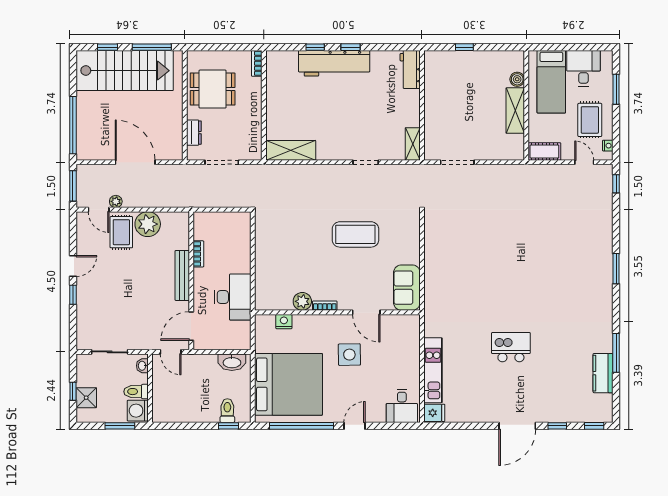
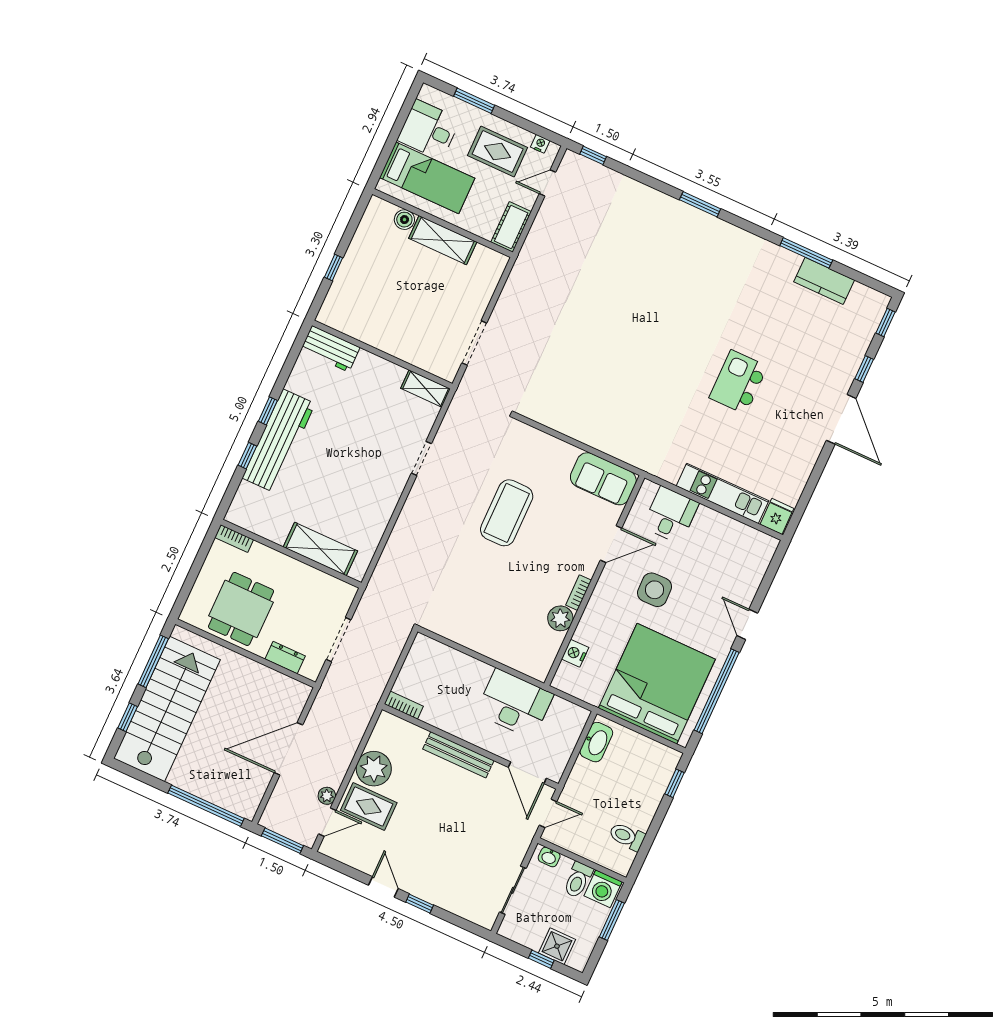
shelving: (291, 150) -> (320, 549), moved, turned 90
bookcase: (198, 254) -> (404, 705), moved
desk: (402, 406) -> (671, 515), moved, turned -90
toilet: (227, 411) -> (627, 836), moved

